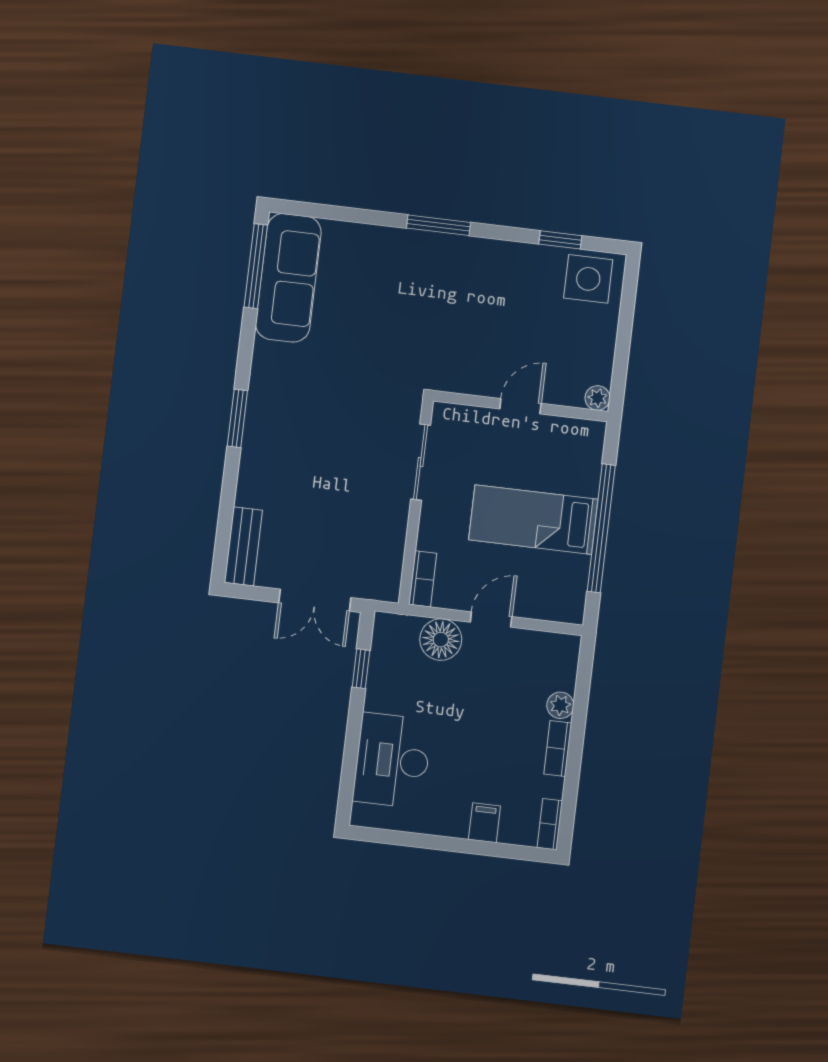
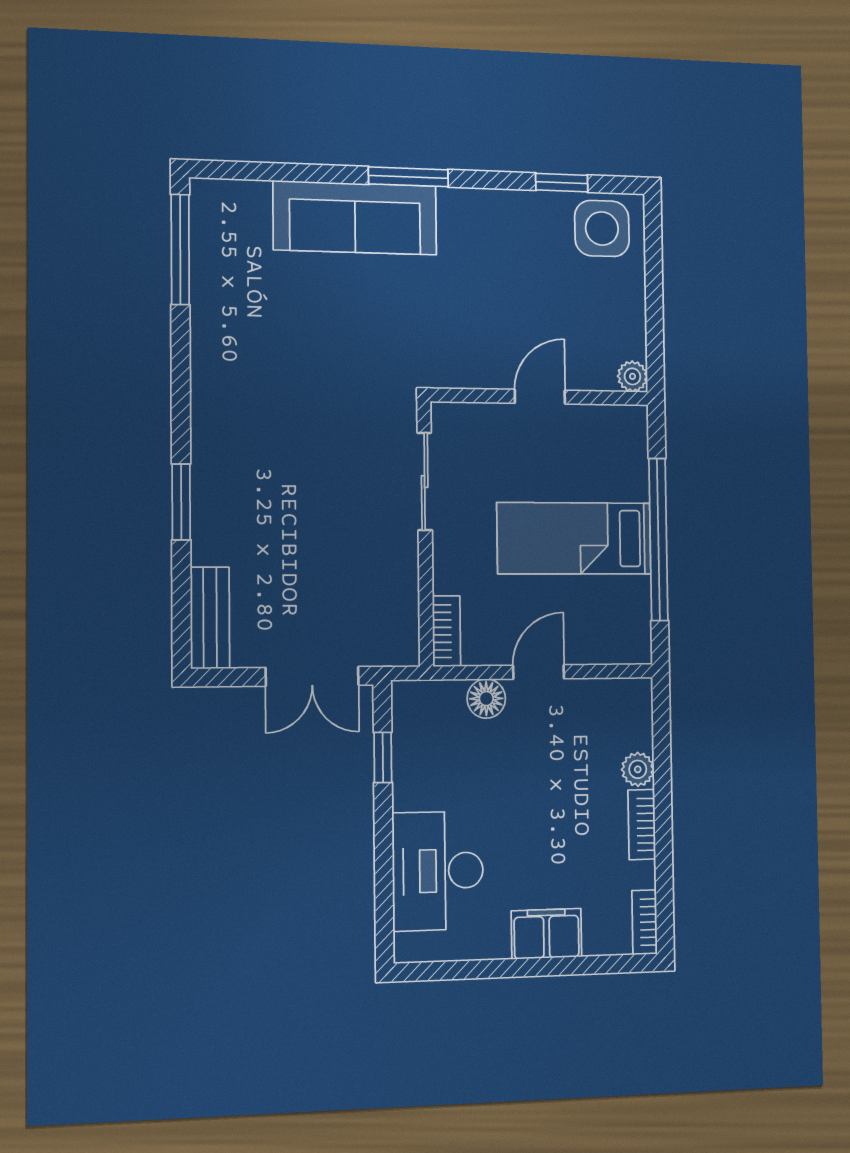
sofa: (288, 278) -> (355, 218), moved, turned 90
window: (237, 418) -> (181, 502), moved
floor lamp: (441, 640) -> (486, 699), width x0.73, depth x0.73
filing cabinet: (484, 823) -> (546, 934), width x2.00

